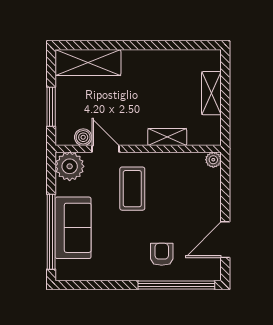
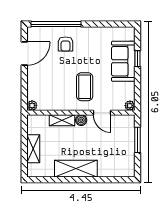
shelving: (88, 63) -> (76, 169), moved
boiler: (83, 137) -> (81, 120), moved
plant: (70, 166) -> (130, 106), width x0.53, depth x0.53
window: (51, 232) -> (137, 59), width x0.32

